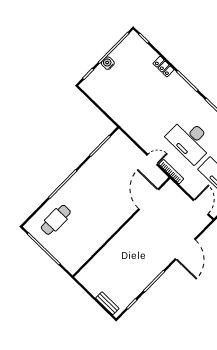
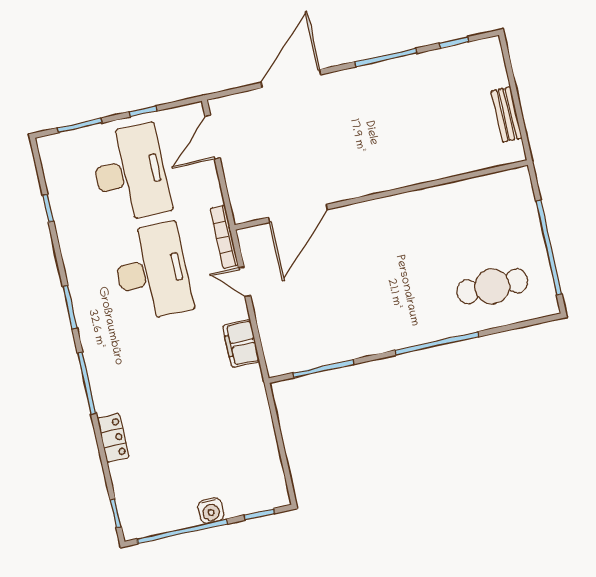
filing cabinet: (138, 135) -> (241, 343), added
bench: (107, 303) -> (507, 115), moved

